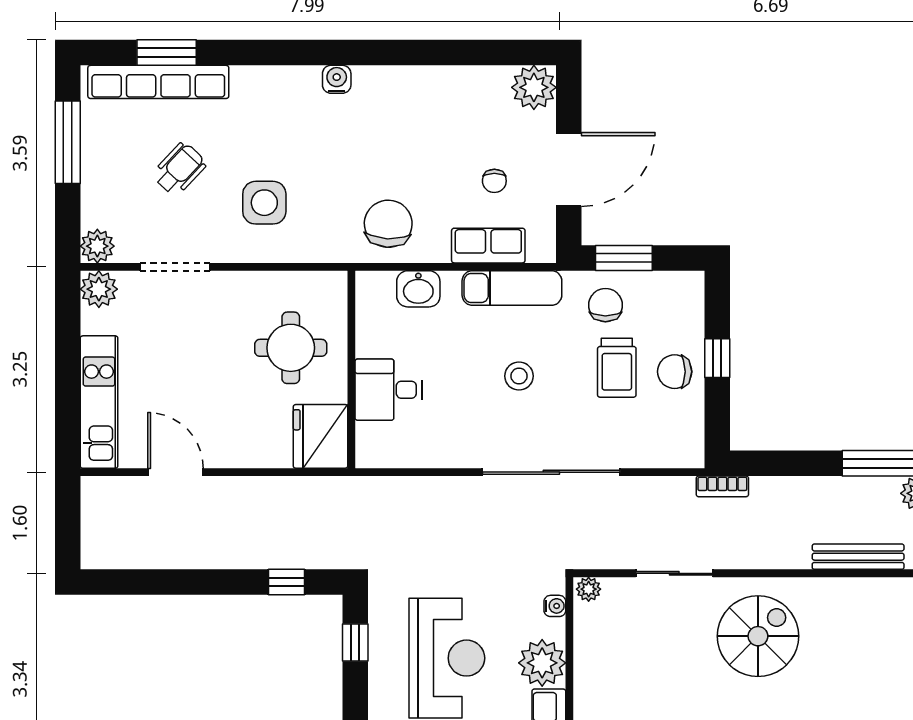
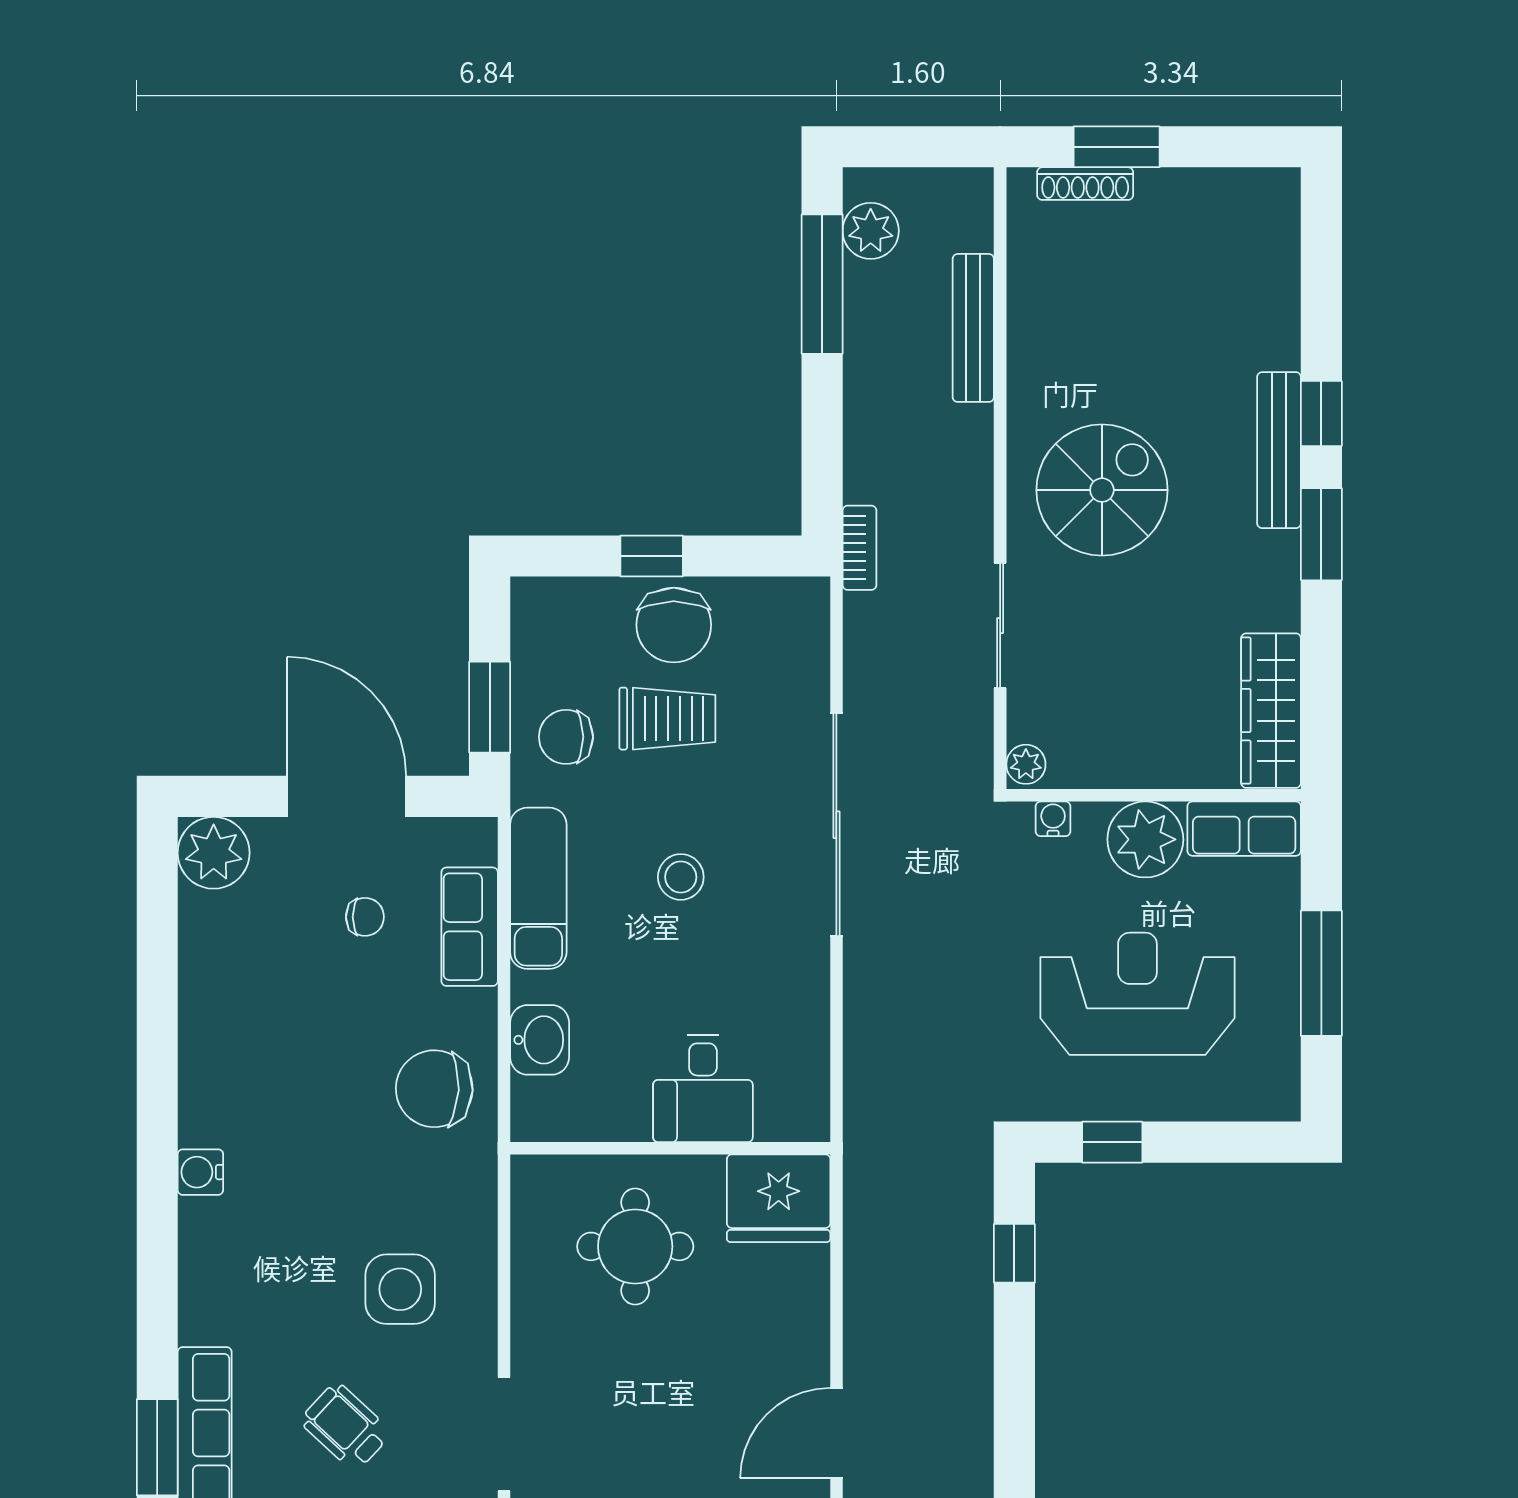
chair: (675, 372) -> (674, 625), width x1.37, depth x1.37
spiral stairs: (758, 636) -> (1102, 490), turned 90

